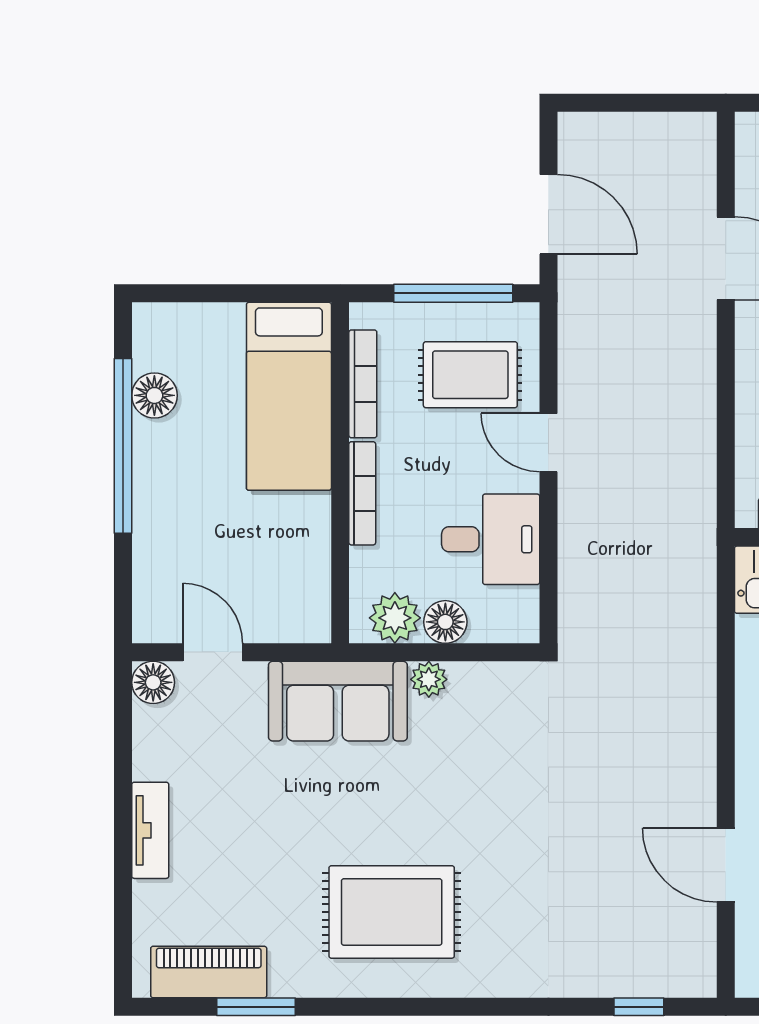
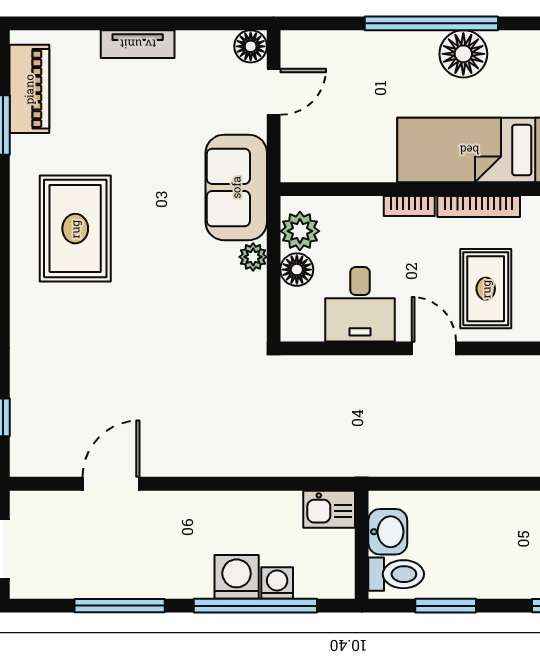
floor lamp: (154, 395) -> (463, 54), width x1.38, depth x1.38
door: (548, 443) -> (434, 348), hinge flipped
bookcase: (362, 493) -> (409, 206), width x0.64

